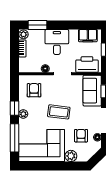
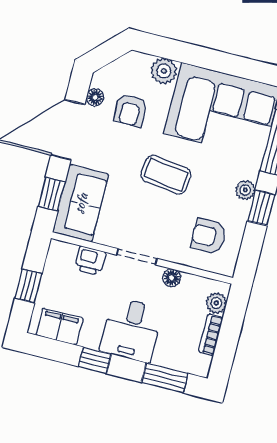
window: (69, 25) -> (95, 360), added
plant: (23, 34) -> (216, 303), moved
printer: (87, 65) -> (90, 261), width x0.53, depth x0.68
armchair: (34, 90) -> (208, 236), turned 90

